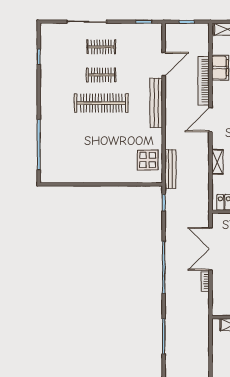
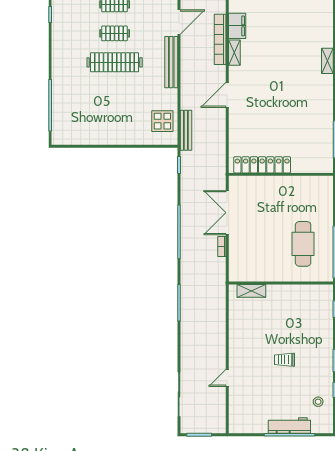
door: (211, 120) -> (227, 95), moved
shelving: (217, 162) -> (234, 53), moved

